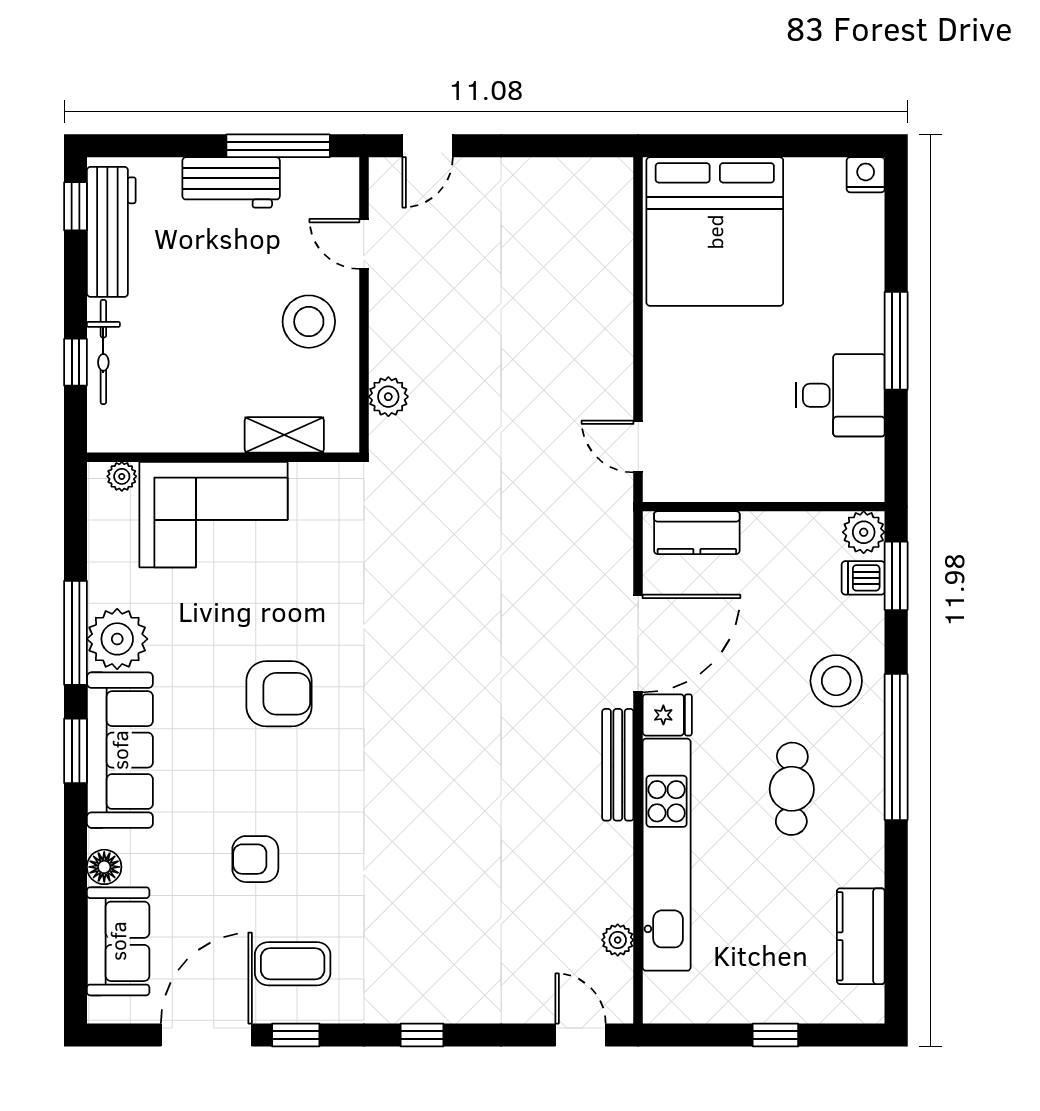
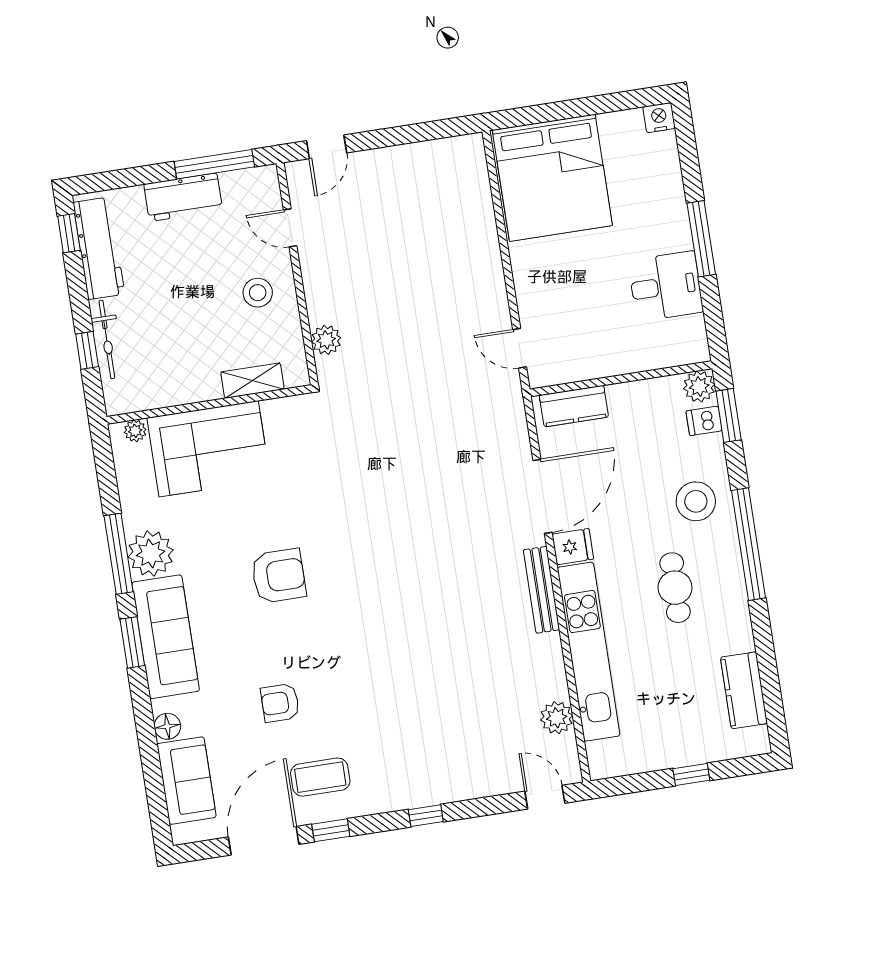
stool: (309, 322) -> (258, 293), width x0.73, depth x0.73
plant: (618, 940) -> (557, 718), width x1.38, depth x1.38

